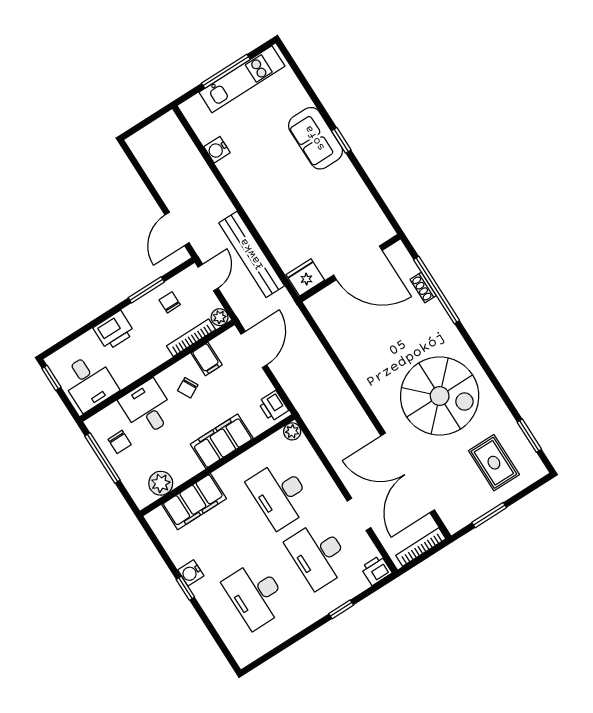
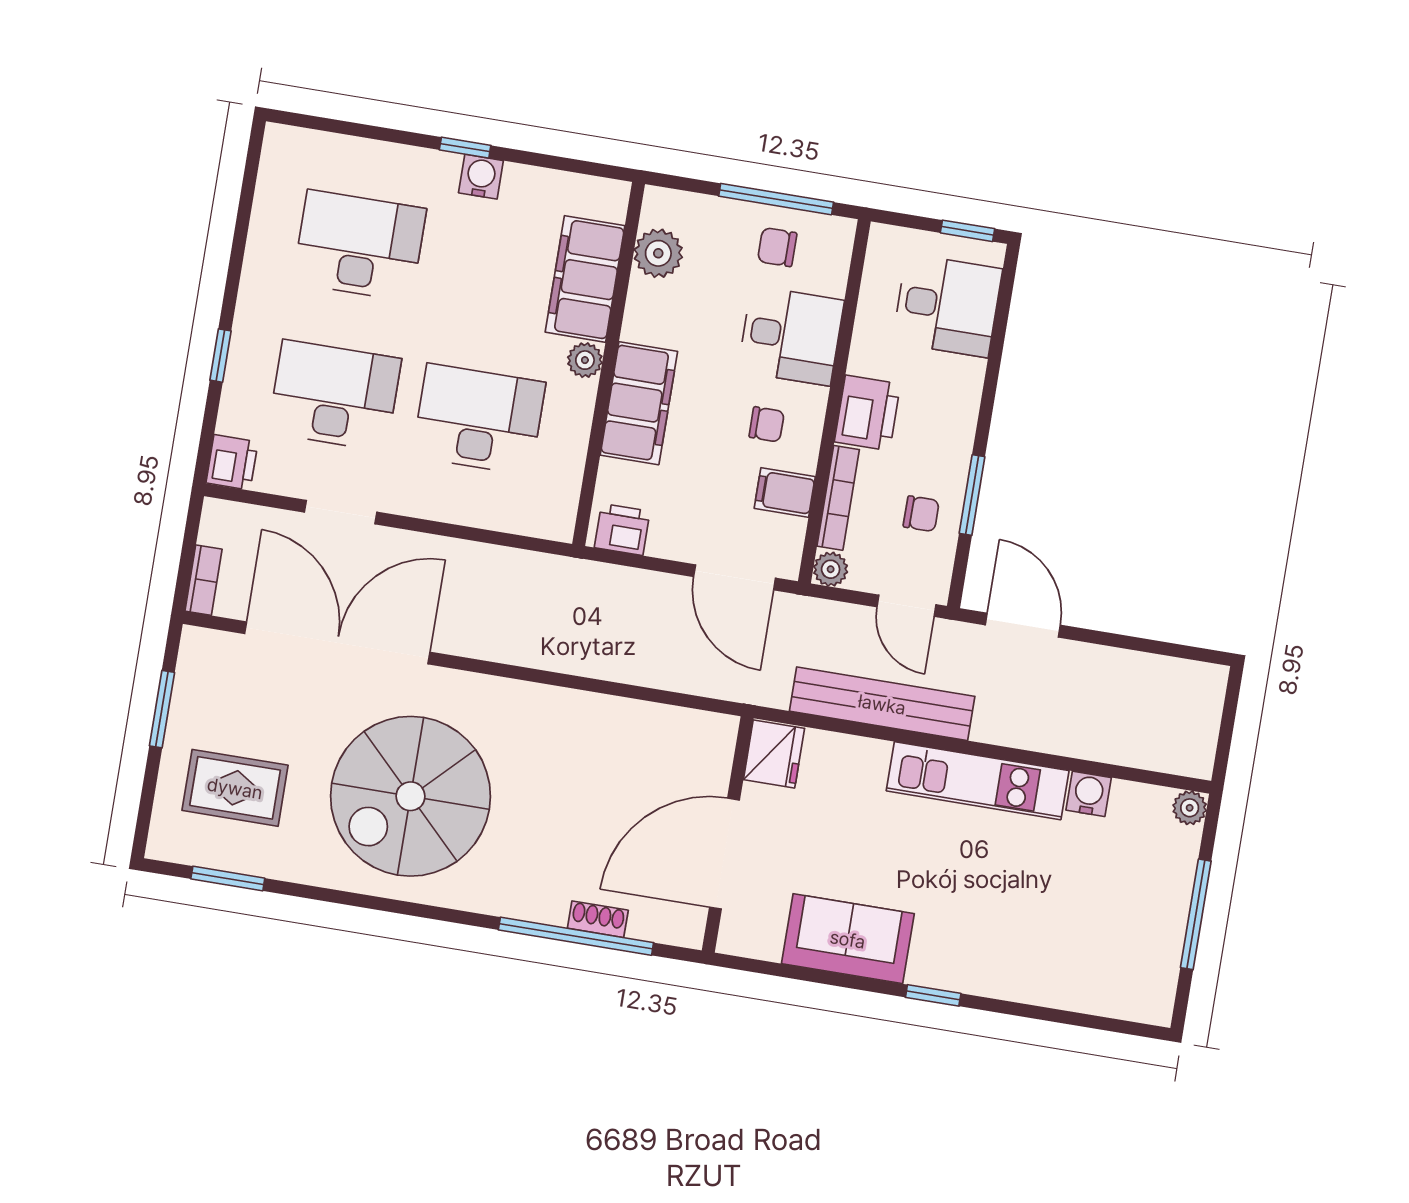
kitchen unit: (242, 79) -> (978, 781), moved, turned -90
plant: (189, 108) -> (1190, 808), added
sofa: (315, 138) -> (848, 939), moved
printer: (114, 330) -> (867, 413), moved, turned 180
desk: (89, 382) -> (947, 306), moved, turned 180
chair: (188, 388) -> (767, 424), turned 118
plant: (292, 431) -> (585, 360), moved
bookcase: (421, 547) -> (204, 580), width x0.64

